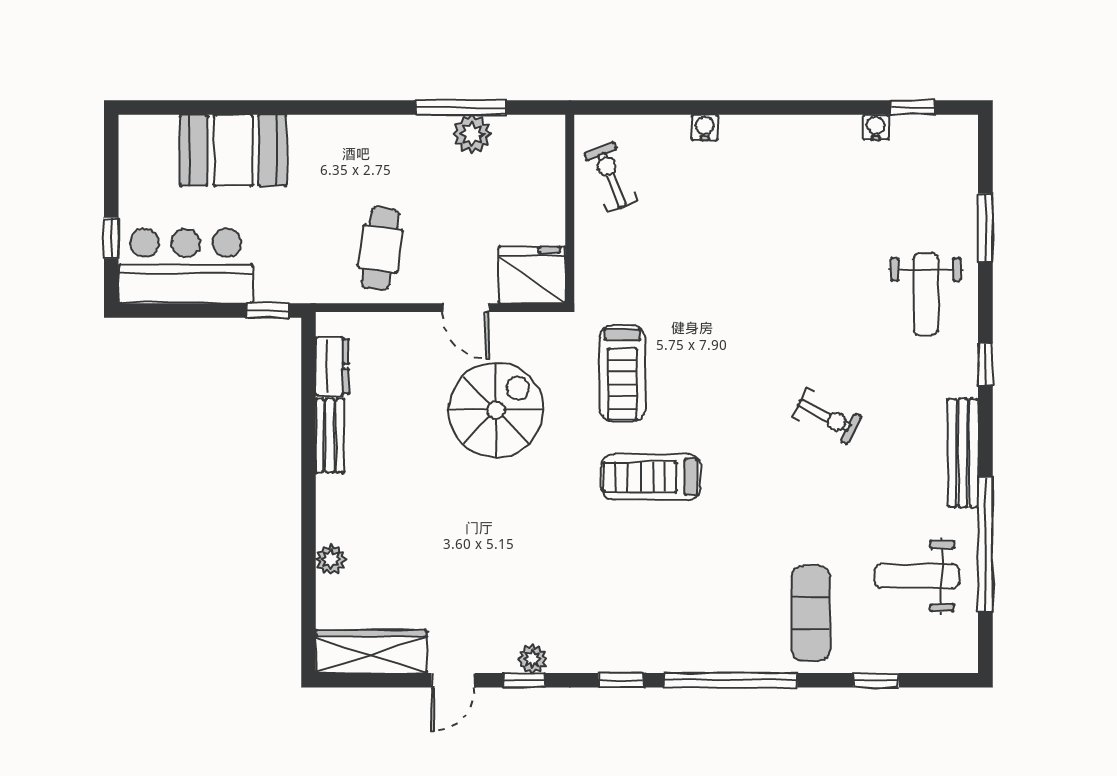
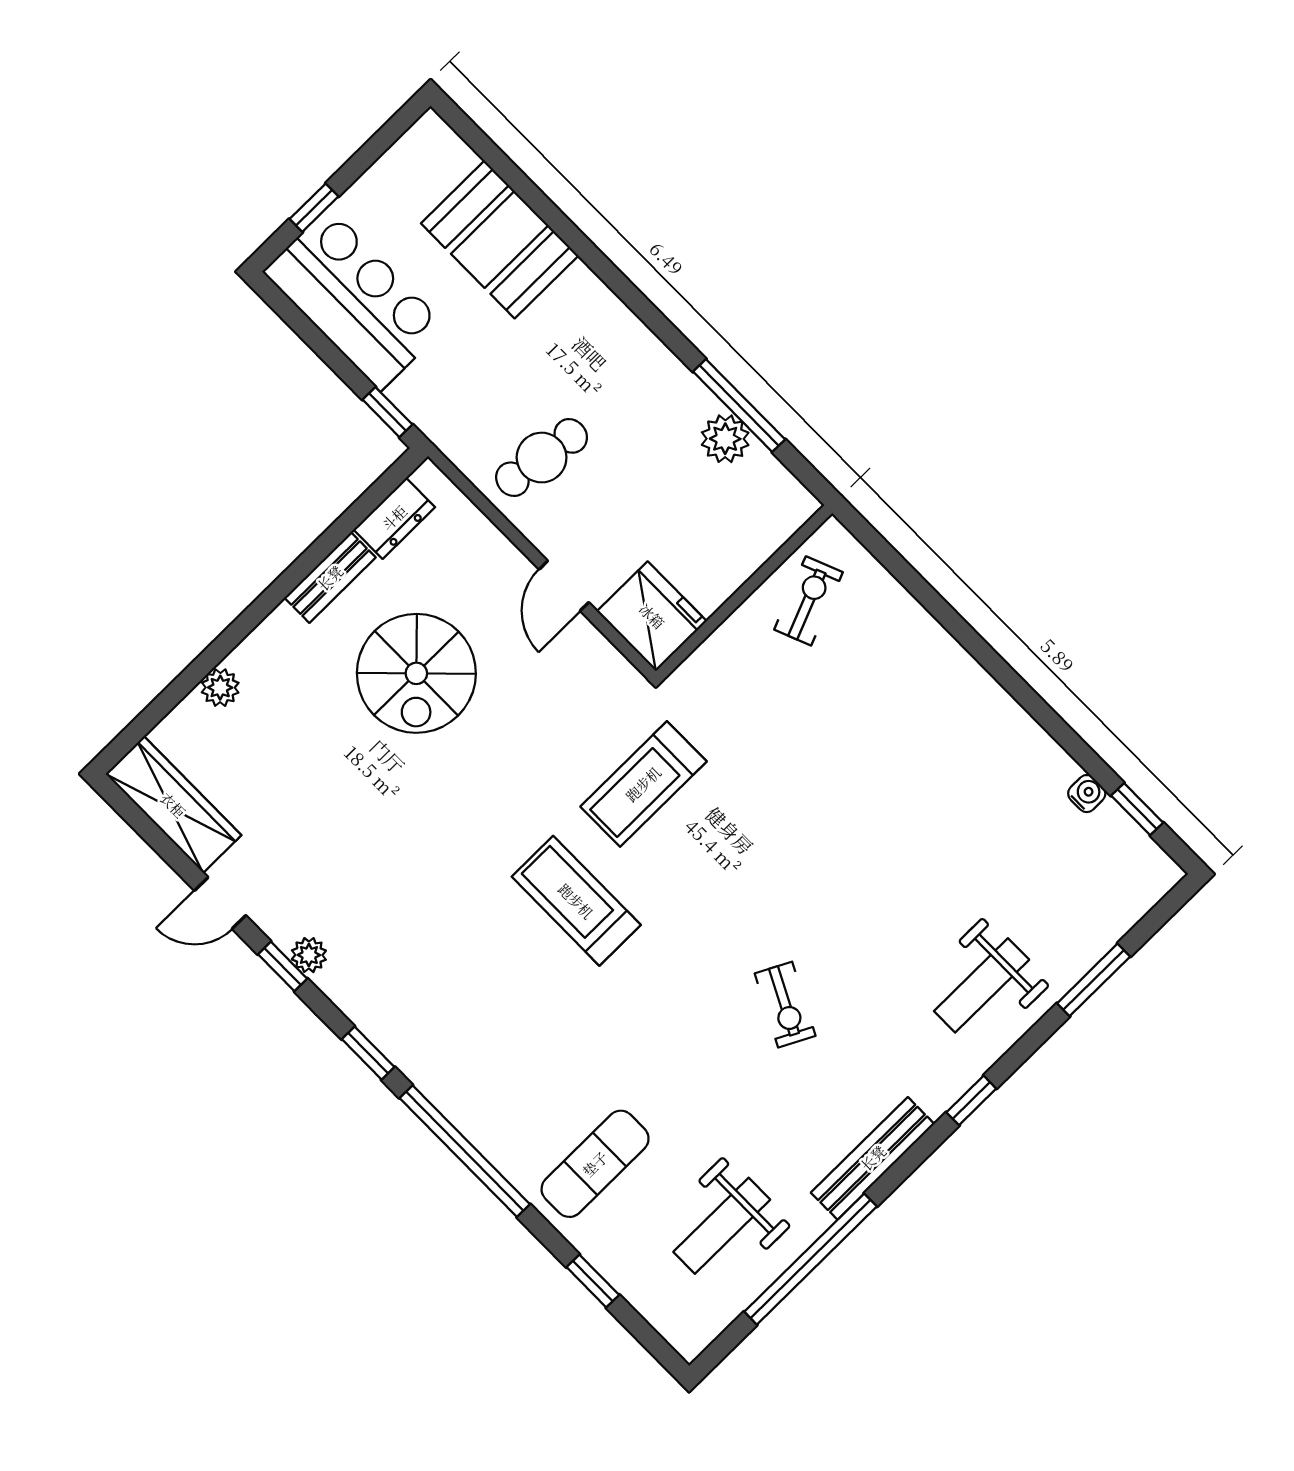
water cooler: (705, 127) -> (936, 641), removed
spiral stairs: (496, 410) -> (416, 673), moved, turned 90
weight bench: (917, 576) -> (722, 1226), turned -90

